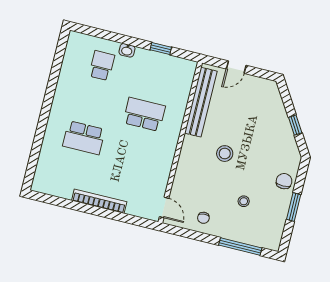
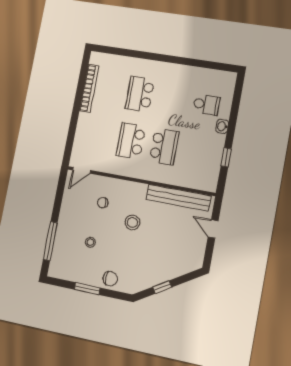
school desk: (135, 150) -> (131, 141), added
bookcase: (99, 201) -> (89, 88), moved
chair: (203, 218) -> (103, 203), moved

